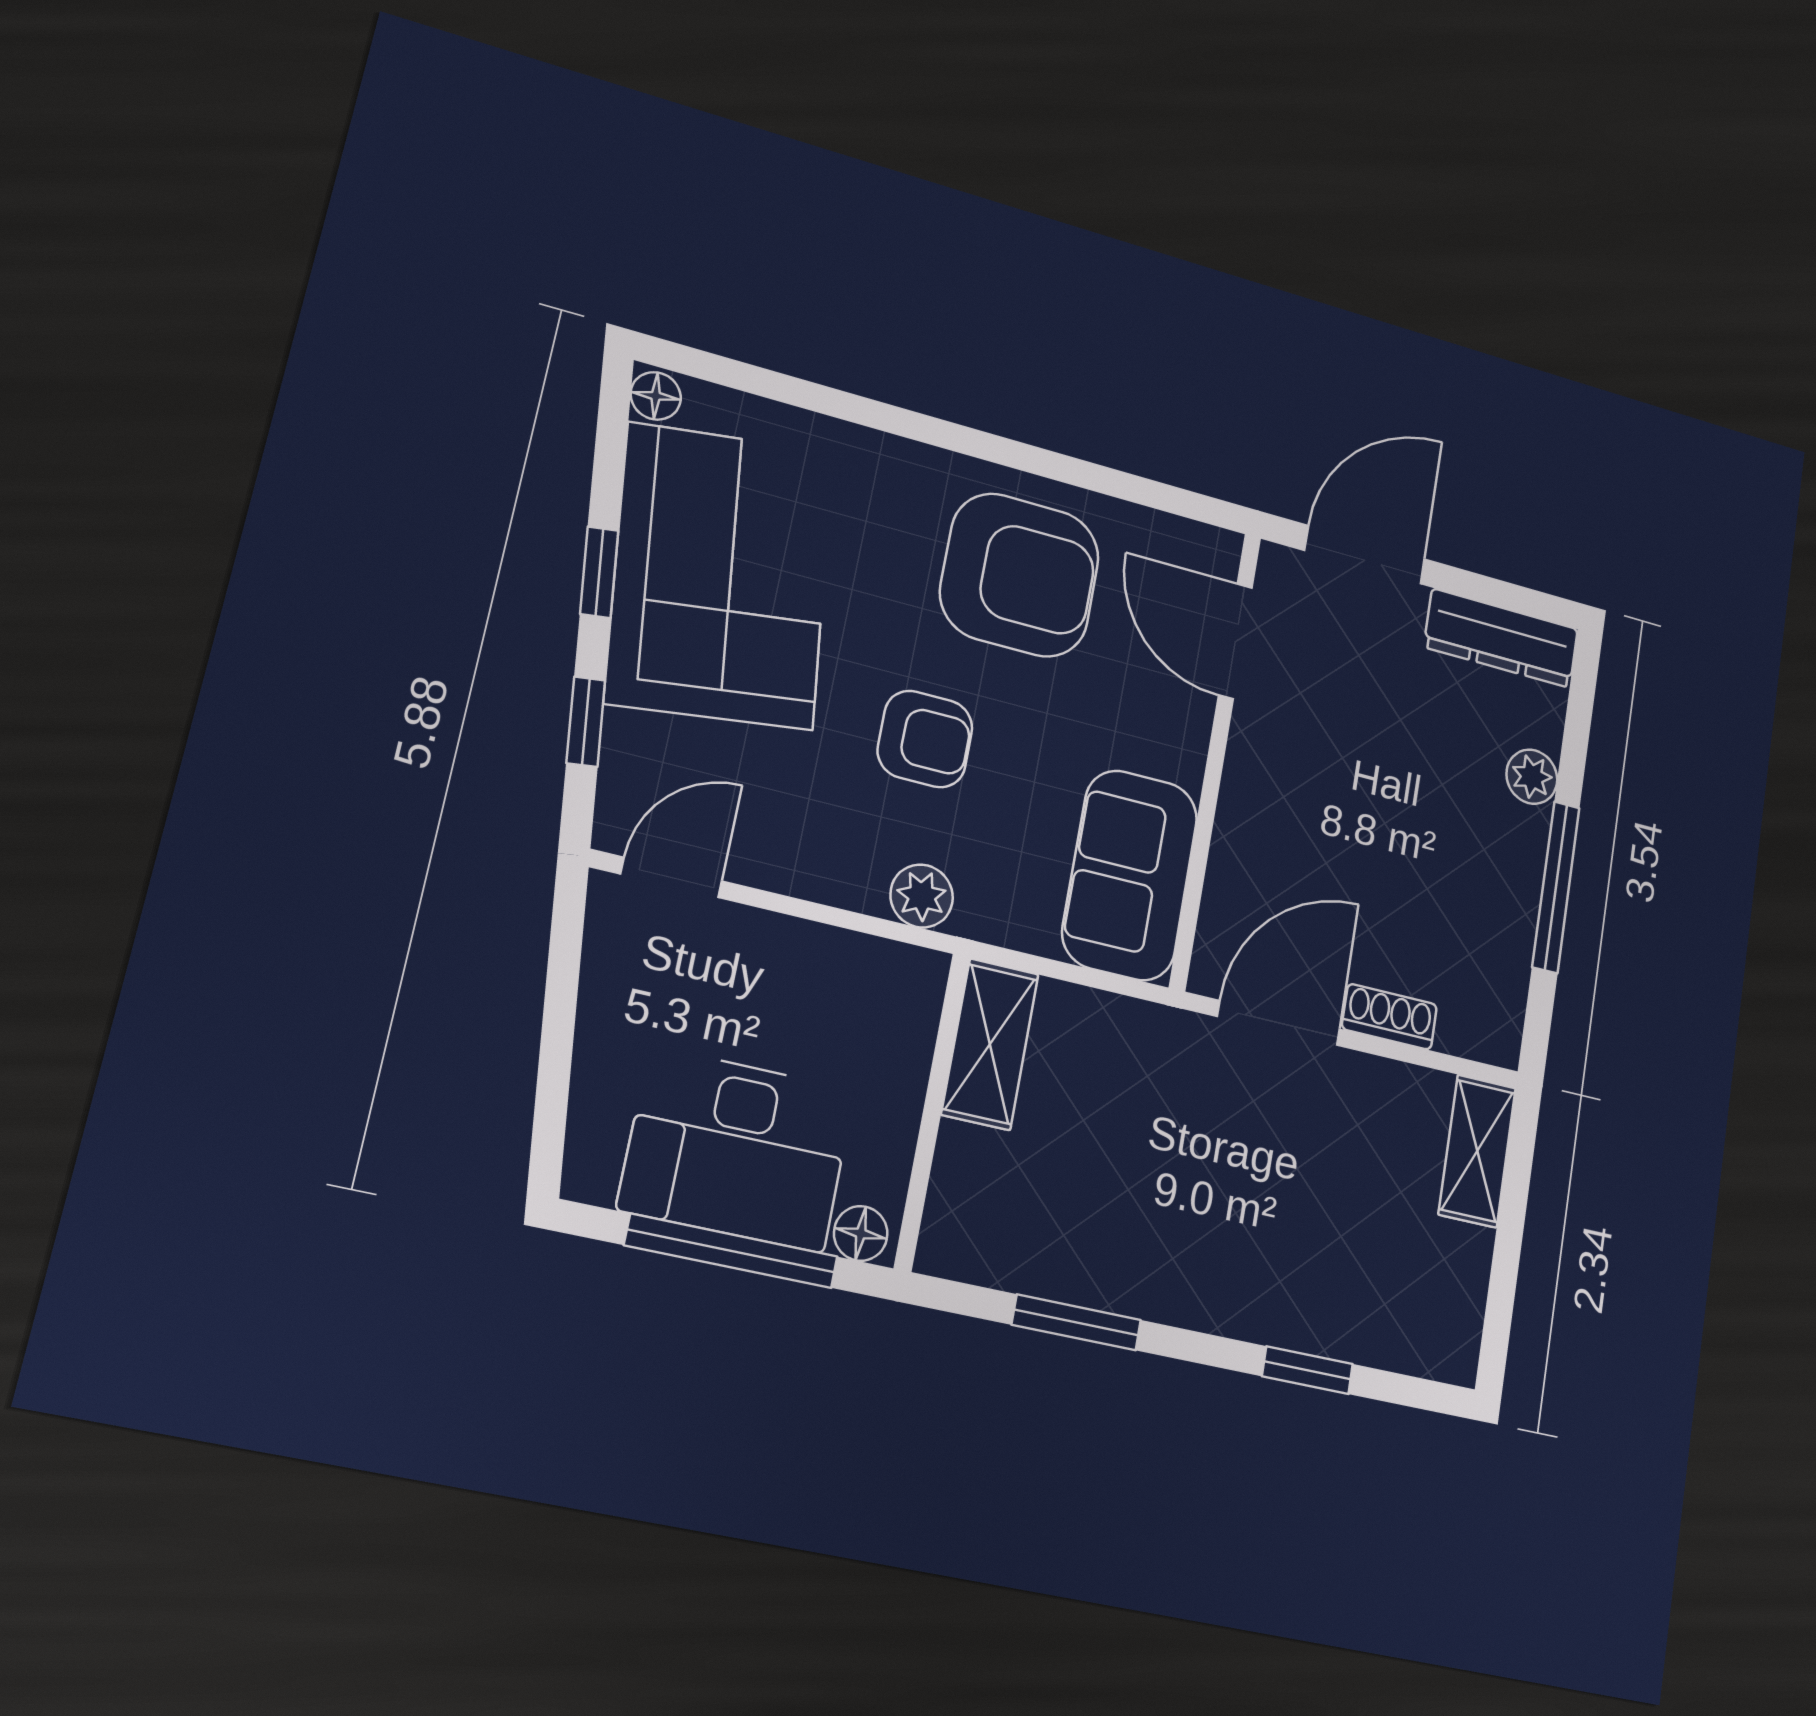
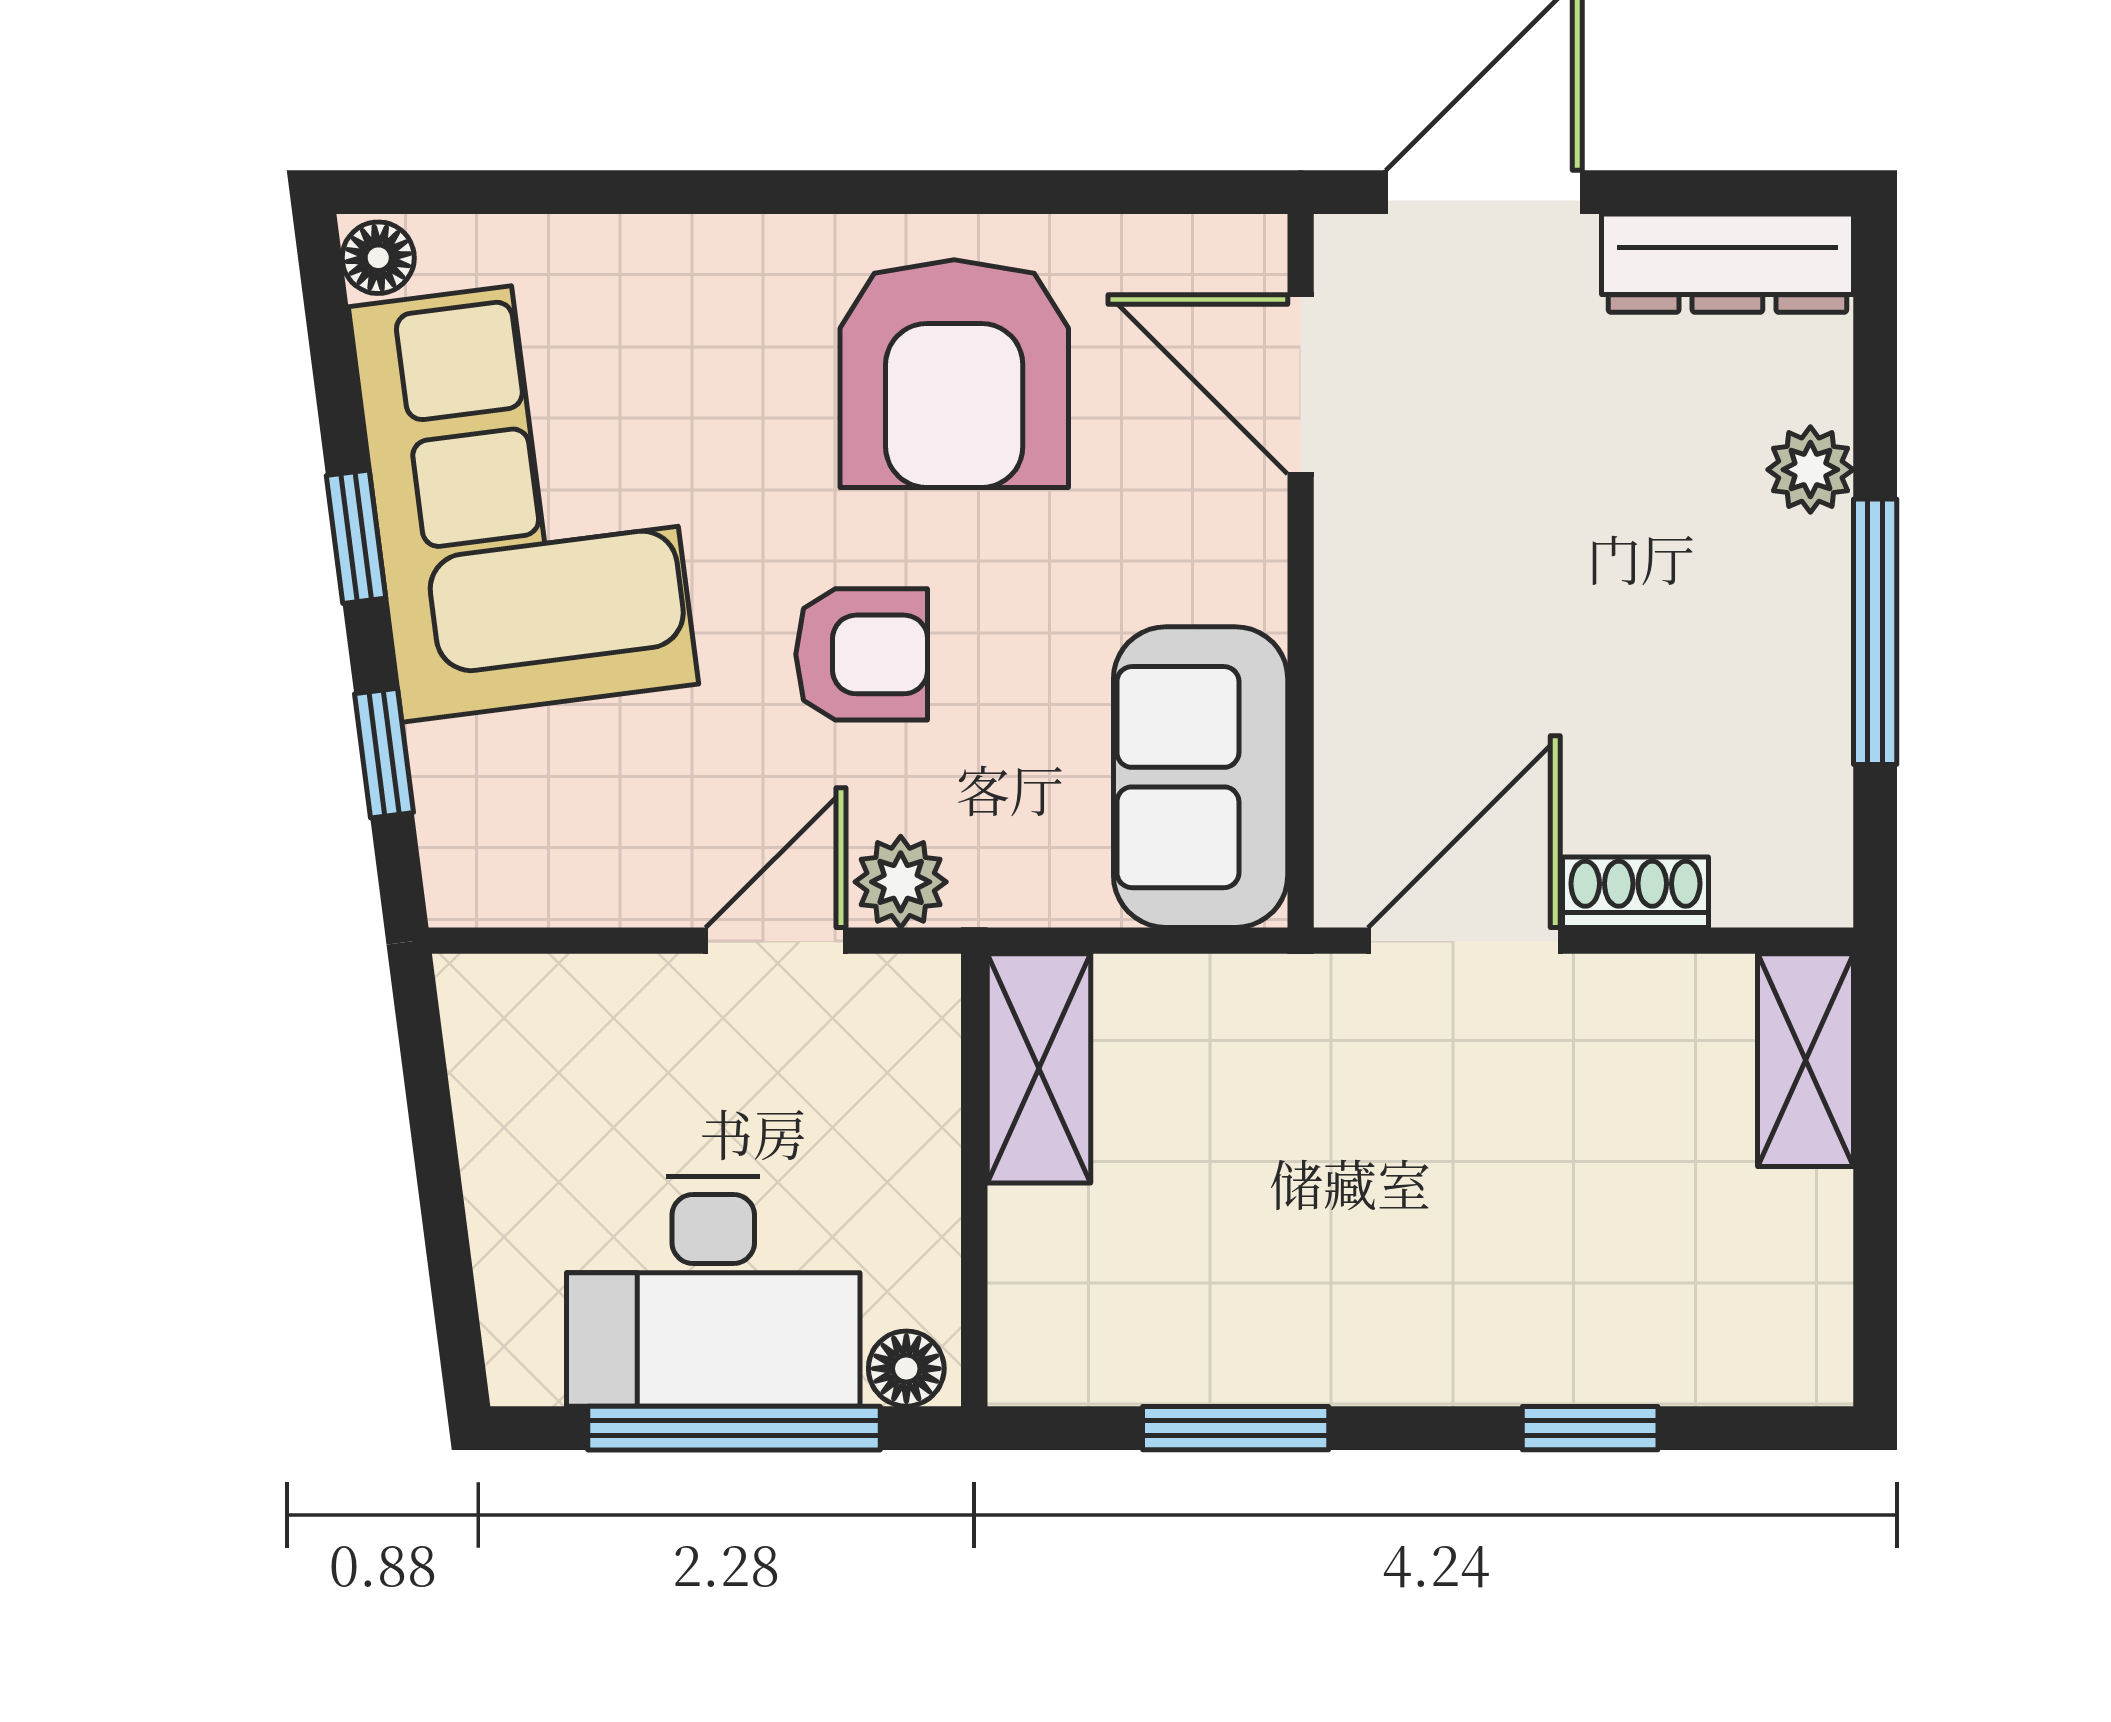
armchair: (1020, 575) -> (954, 374), turned 90
door: (671, 878) -> (776, 941), moved

